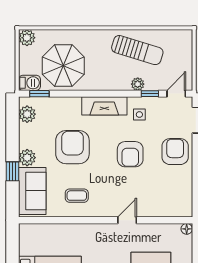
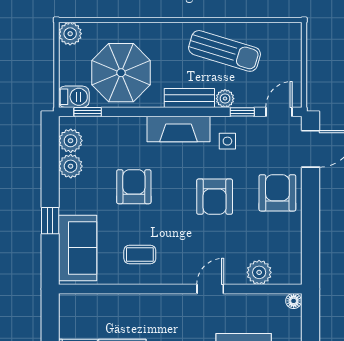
bench: (112, 84) -> (189, 98), added
armchair: (72, 147) -> (134, 187), width x0.73, depth x0.73
plant: (27, 158) -> (71, 166), moved
plant: (162, 208) -> (259, 272), added

